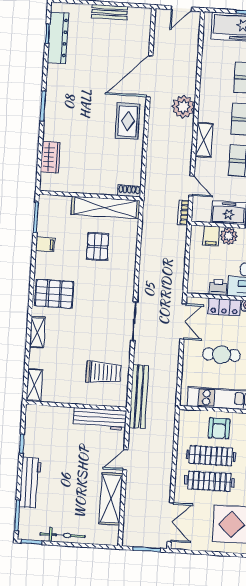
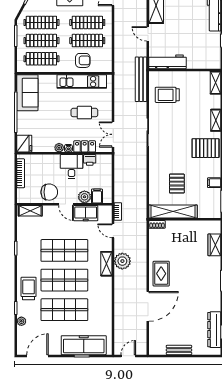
plant: (183, 107) -> (122, 261), moved
armchair: (219, 428) -> (83, 60), turned 90
door: (125, 460) -> (148, 34), swing flipped

